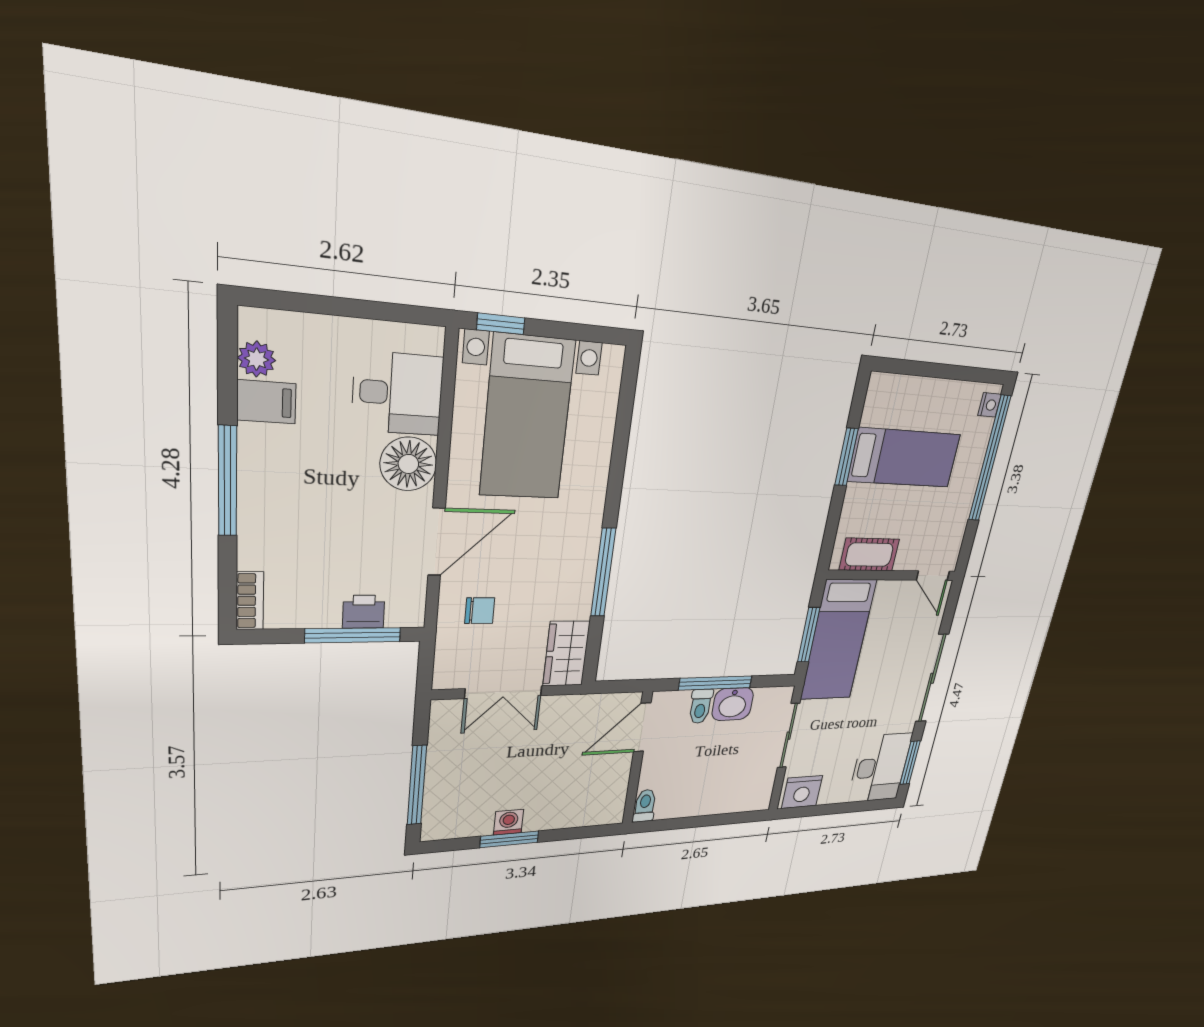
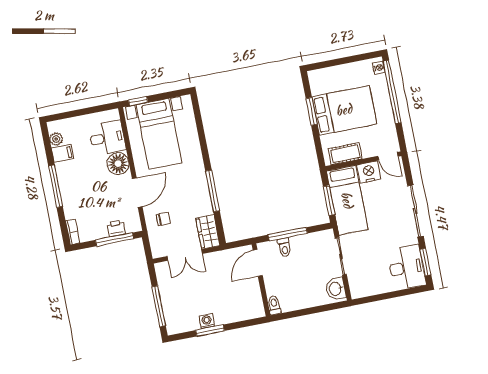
bed: (904, 458) -> (344, 110), width x1.50
washbasin: (733, 704) -> (336, 289), moved, turned 90
nightstand: (802, 792) -> (369, 172), moved, turned 180

